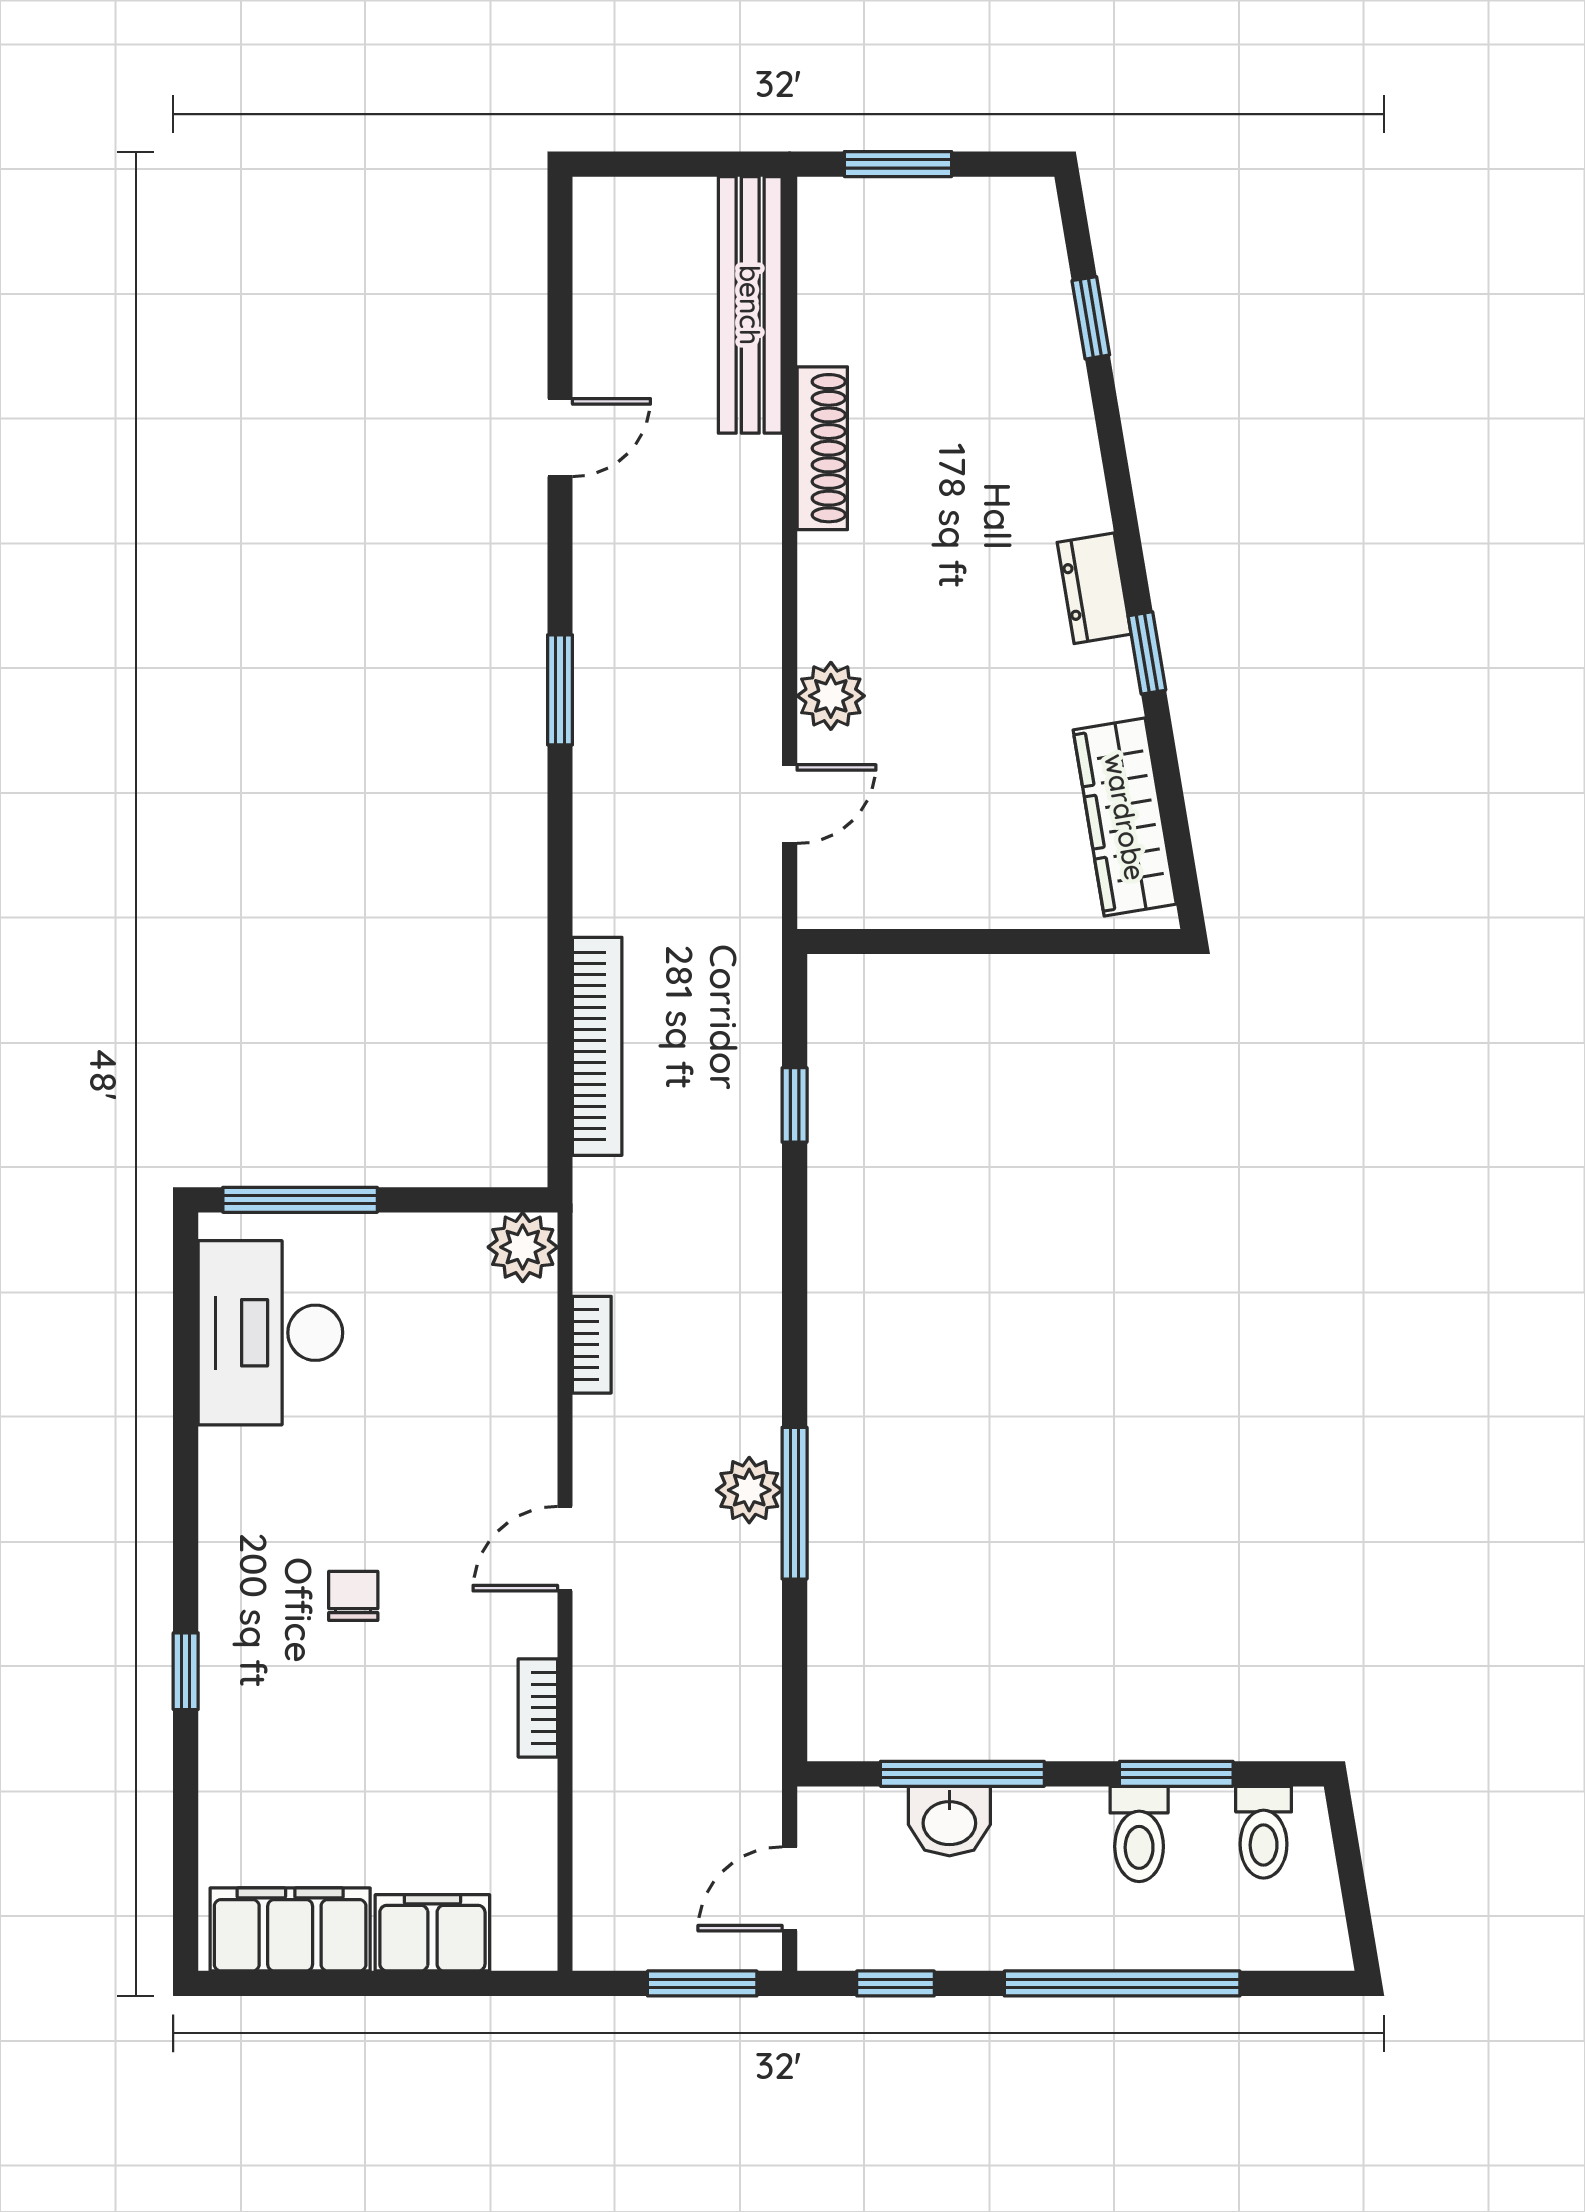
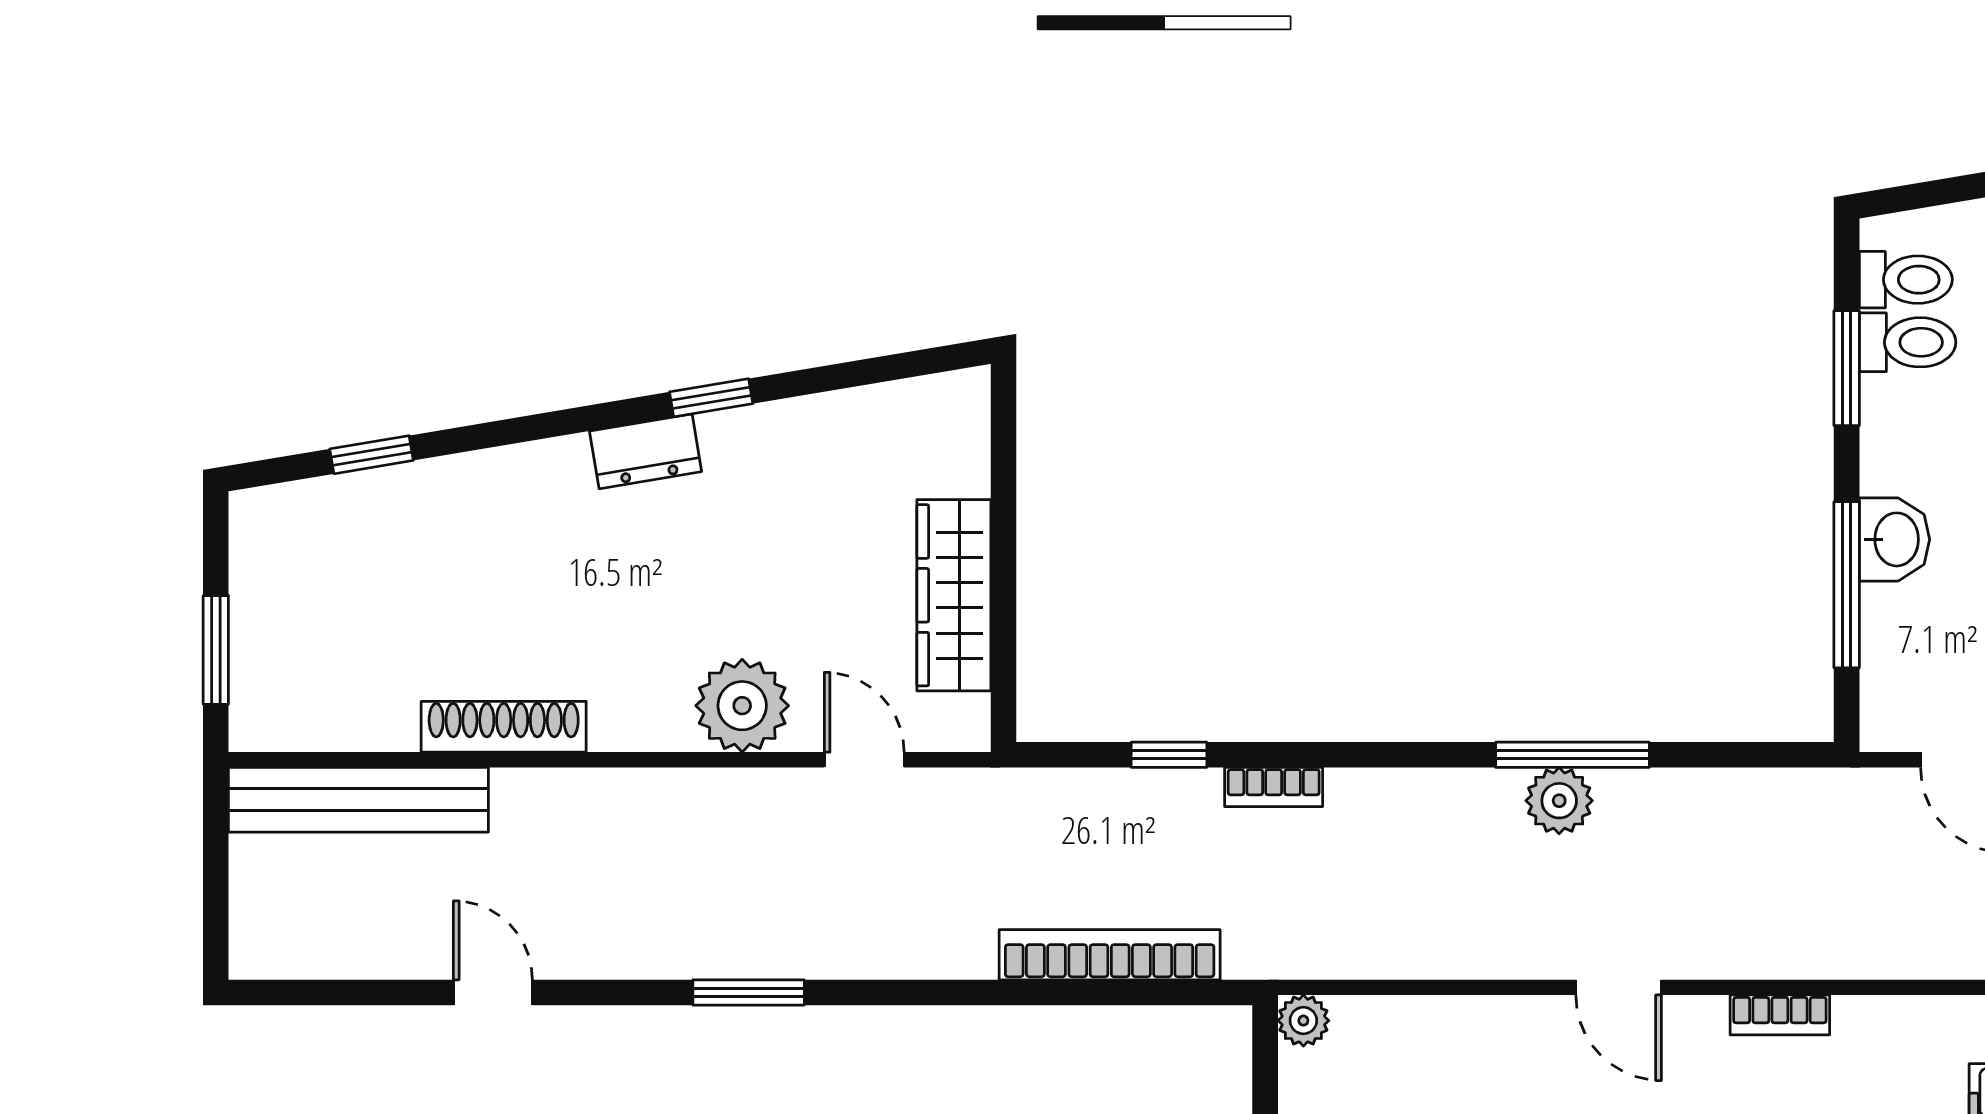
plant: (831, 696) -> (742, 706), width x1.36, depth x1.36
wardrobe: (1125, 817) -> (954, 595), moved, turned 99
plant: (523, 1247) -> (1303, 1021), width x0.73, depth x0.73
bookcase: (592, 1345) -> (1274, 787), moved, turned 180
washbasin: (949, 1821) -> (1894, 539), moved
toilet: (1139, 1834) -> (1908, 342), moved

